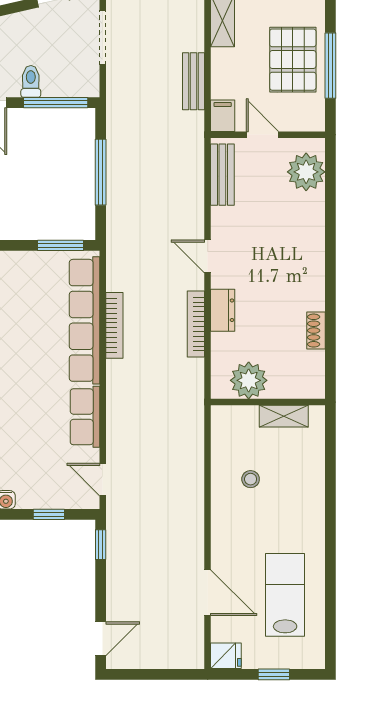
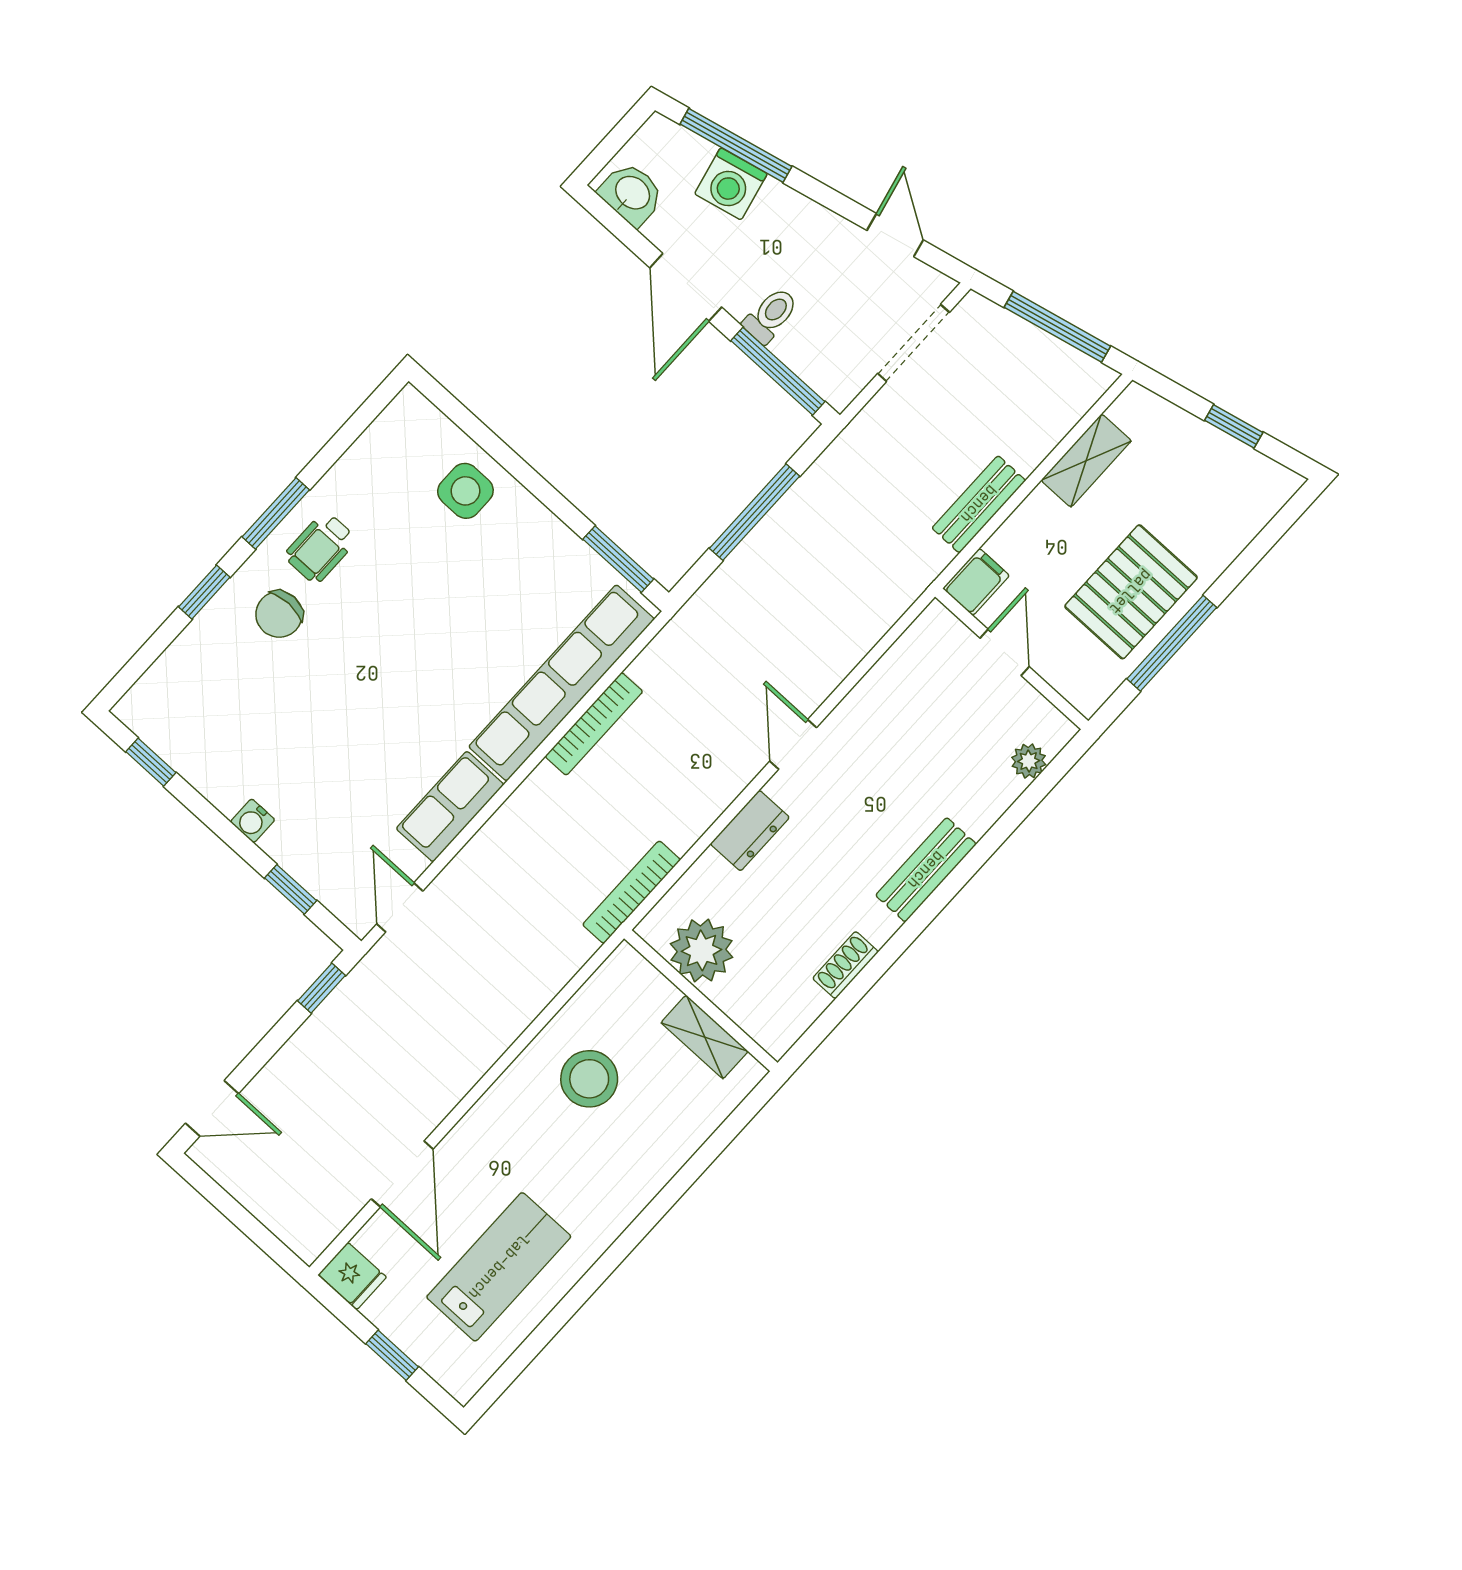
plant: (306, 172) -> (1029, 761), width x0.53, depth x0.53
bench: (222, 175) -> (926, 870), moved
bookcase: (196, 324) -> (631, 892), moved
stool: (251, 479) -> (589, 1079), width x1.89, depth x1.89

